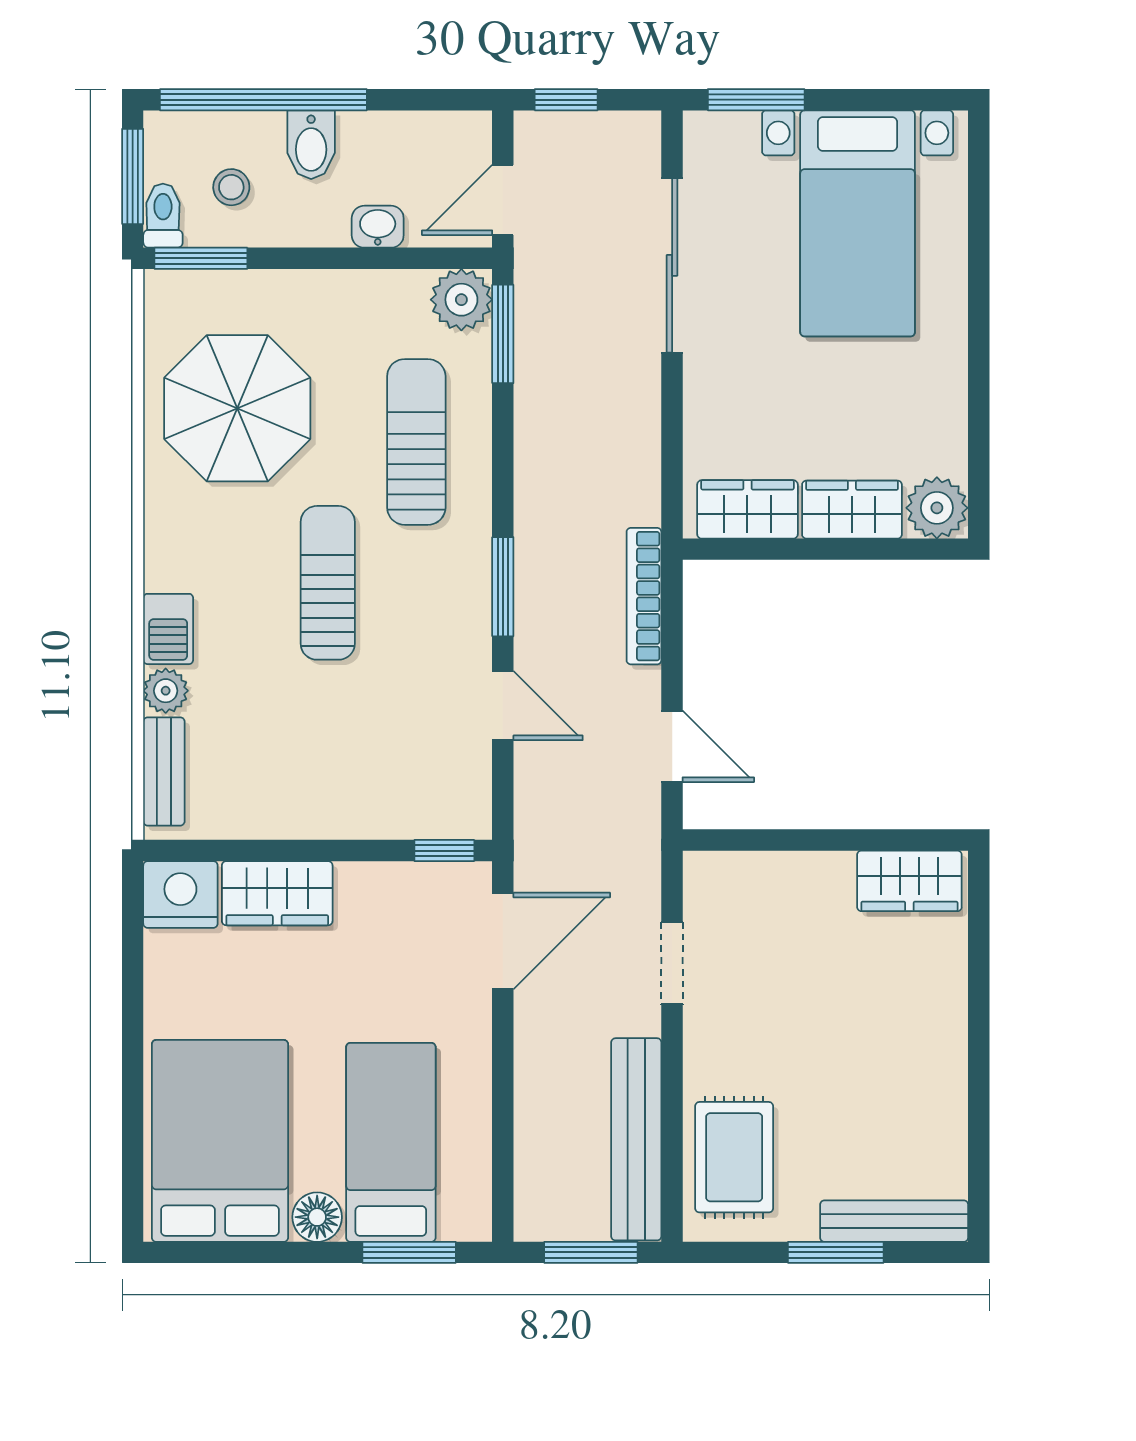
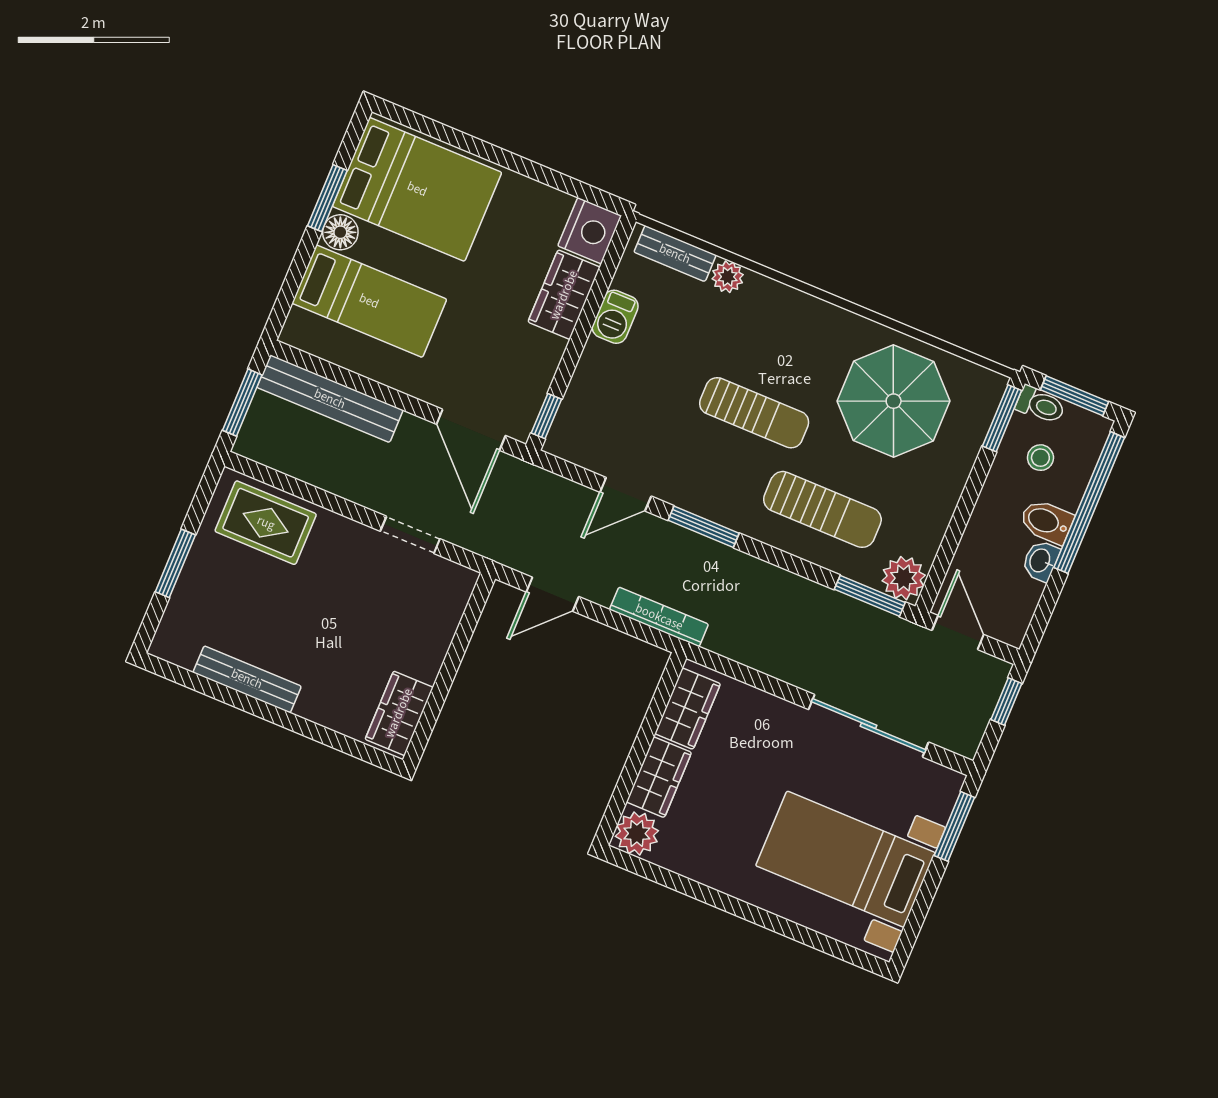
washbasin: (378, 227) -> (1041, 561), moved, turned 180
barbecue: (168, 629) -> (615, 317), moved, turned -90
bench: (636, 1139) -> (330, 399), moved
bench: (894, 1221) -> (247, 679), moved, turned 90
window: (409, 1252) -> (327, 198), moved

